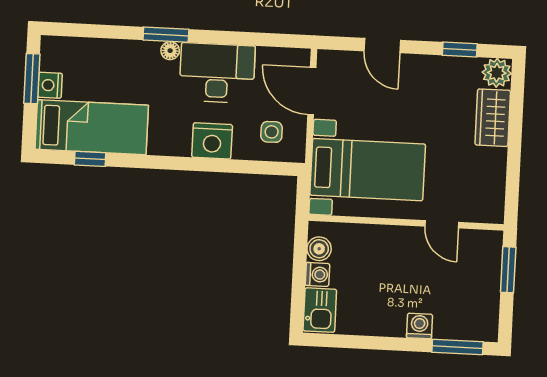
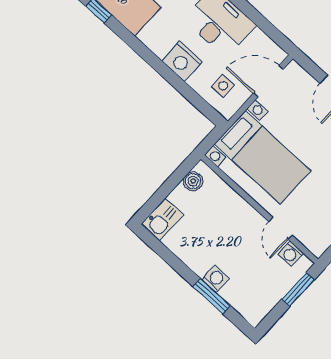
door: (312, 91) -> (268, 81), hinge flipped
washing machine: (317, 274) -> (291, 254), moved, turned 90
window: (457, 347) -> (212, 296), moved

